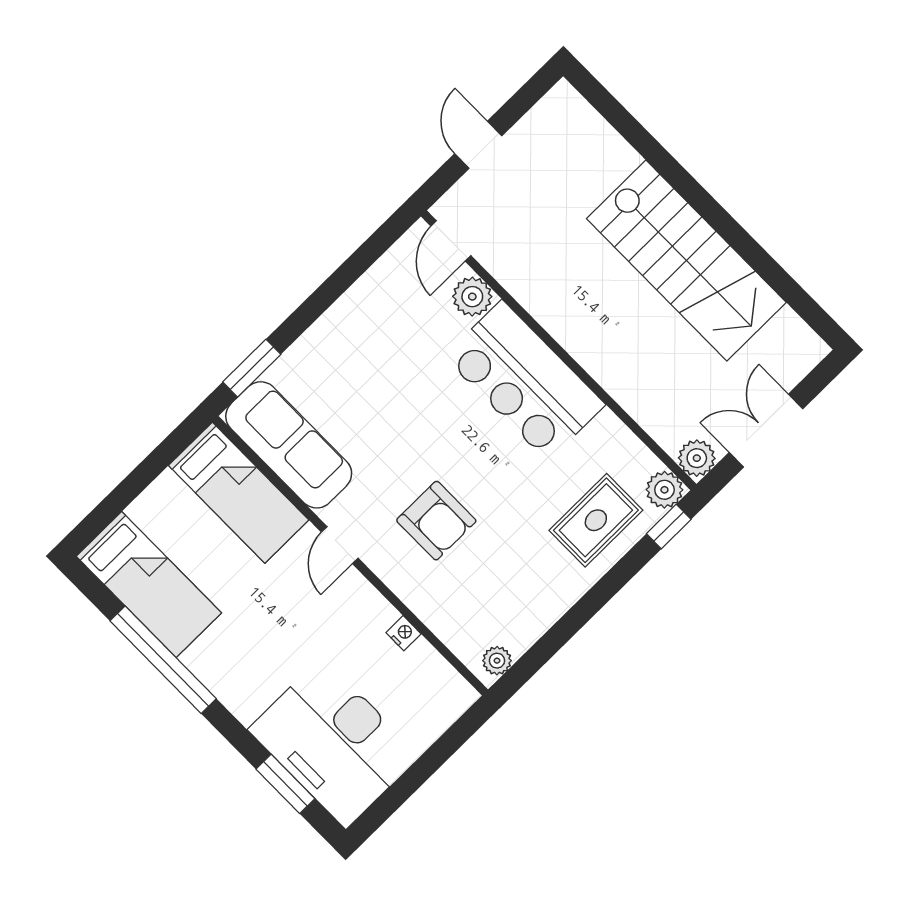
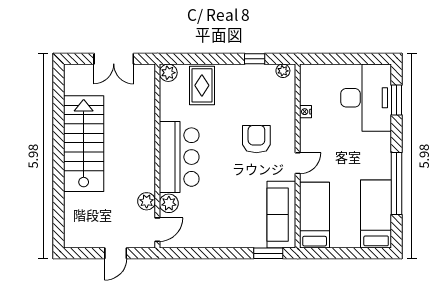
plant: (697, 458) -> (147, 201), moved
rug: (596, 520) -> (202, 85), turned 90
window: (669, 526) -> (255, 59), moved

